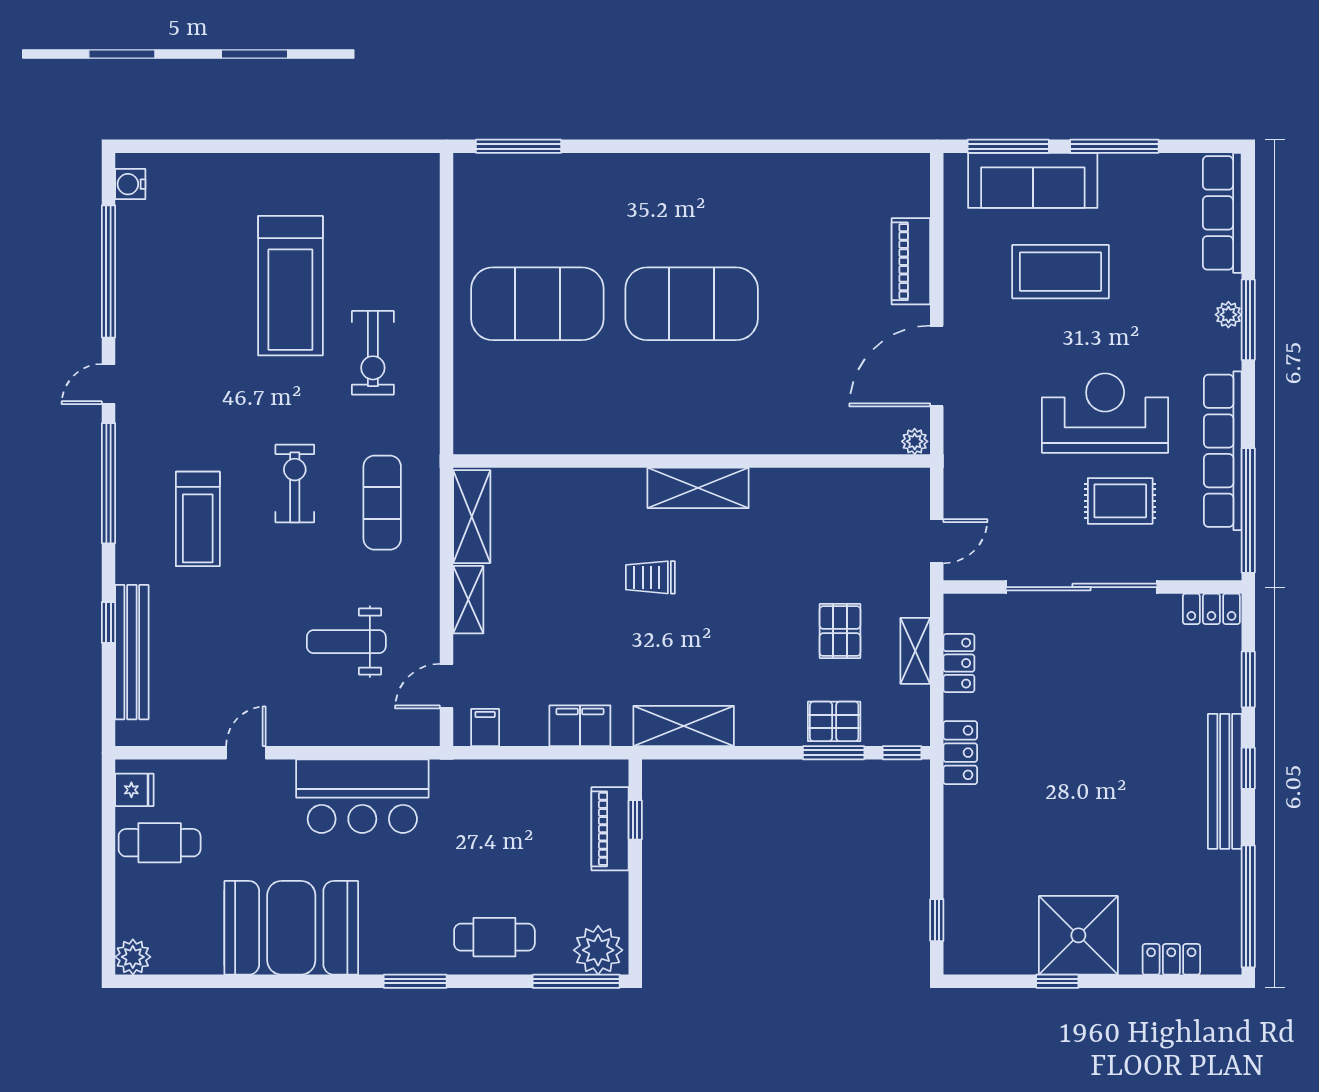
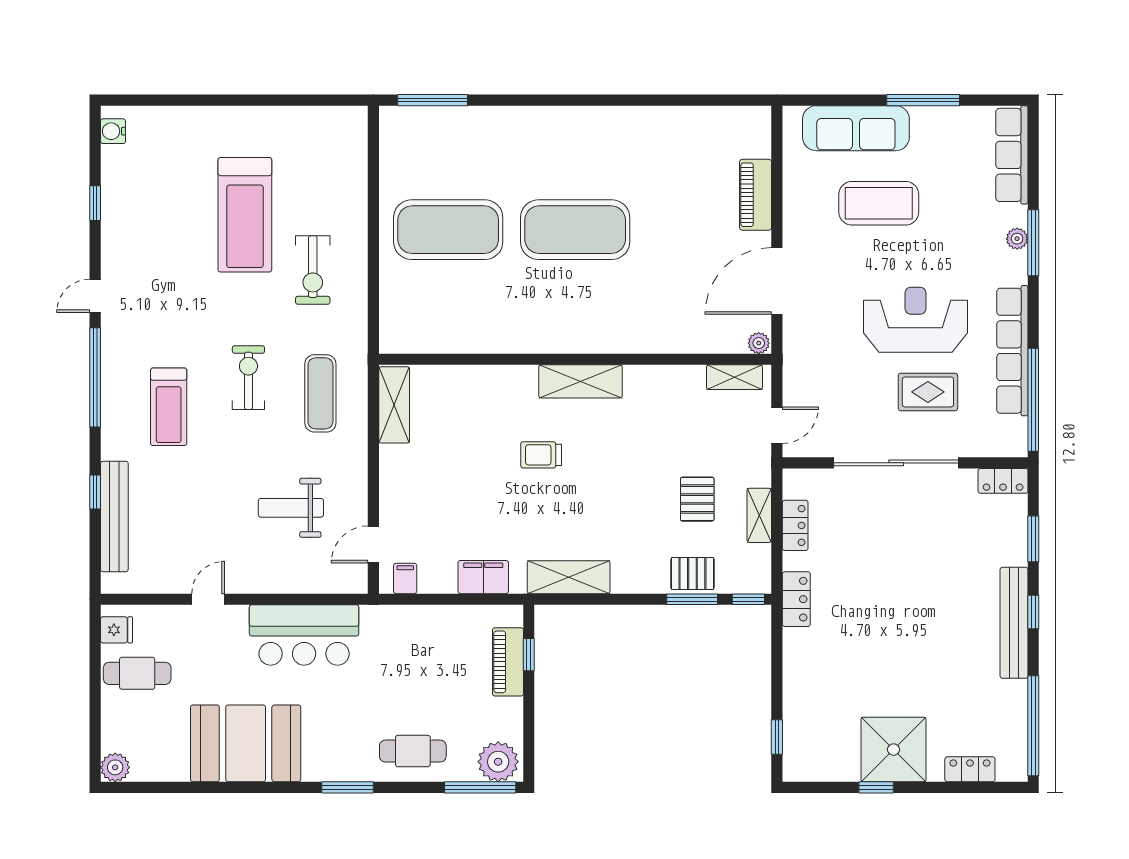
window: (1008, 146) -> (836, 100), removed
window: (108, 271) -> (95, 203), width x0.32
shelving: (468, 600) -> (734, 377), moved, turned 90

